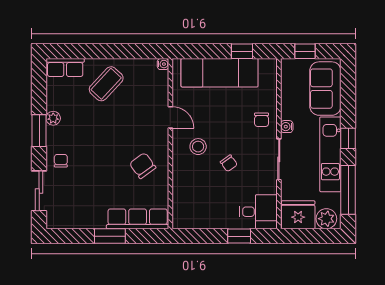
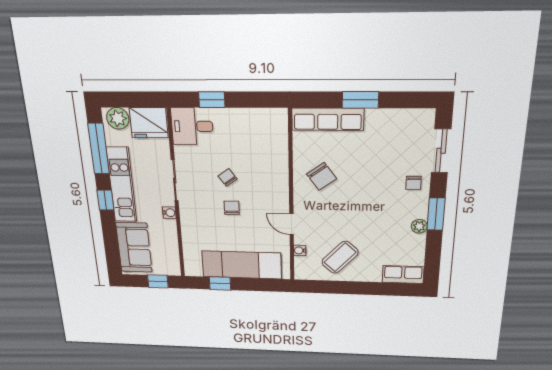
water cooler: (163, 64) -> (300, 250), moved
coffee table: (106, 84) -> (340, 257), moved
chair: (262, 120) -> (232, 208), moved
stool: (198, 147) -> (261, 195), removed

